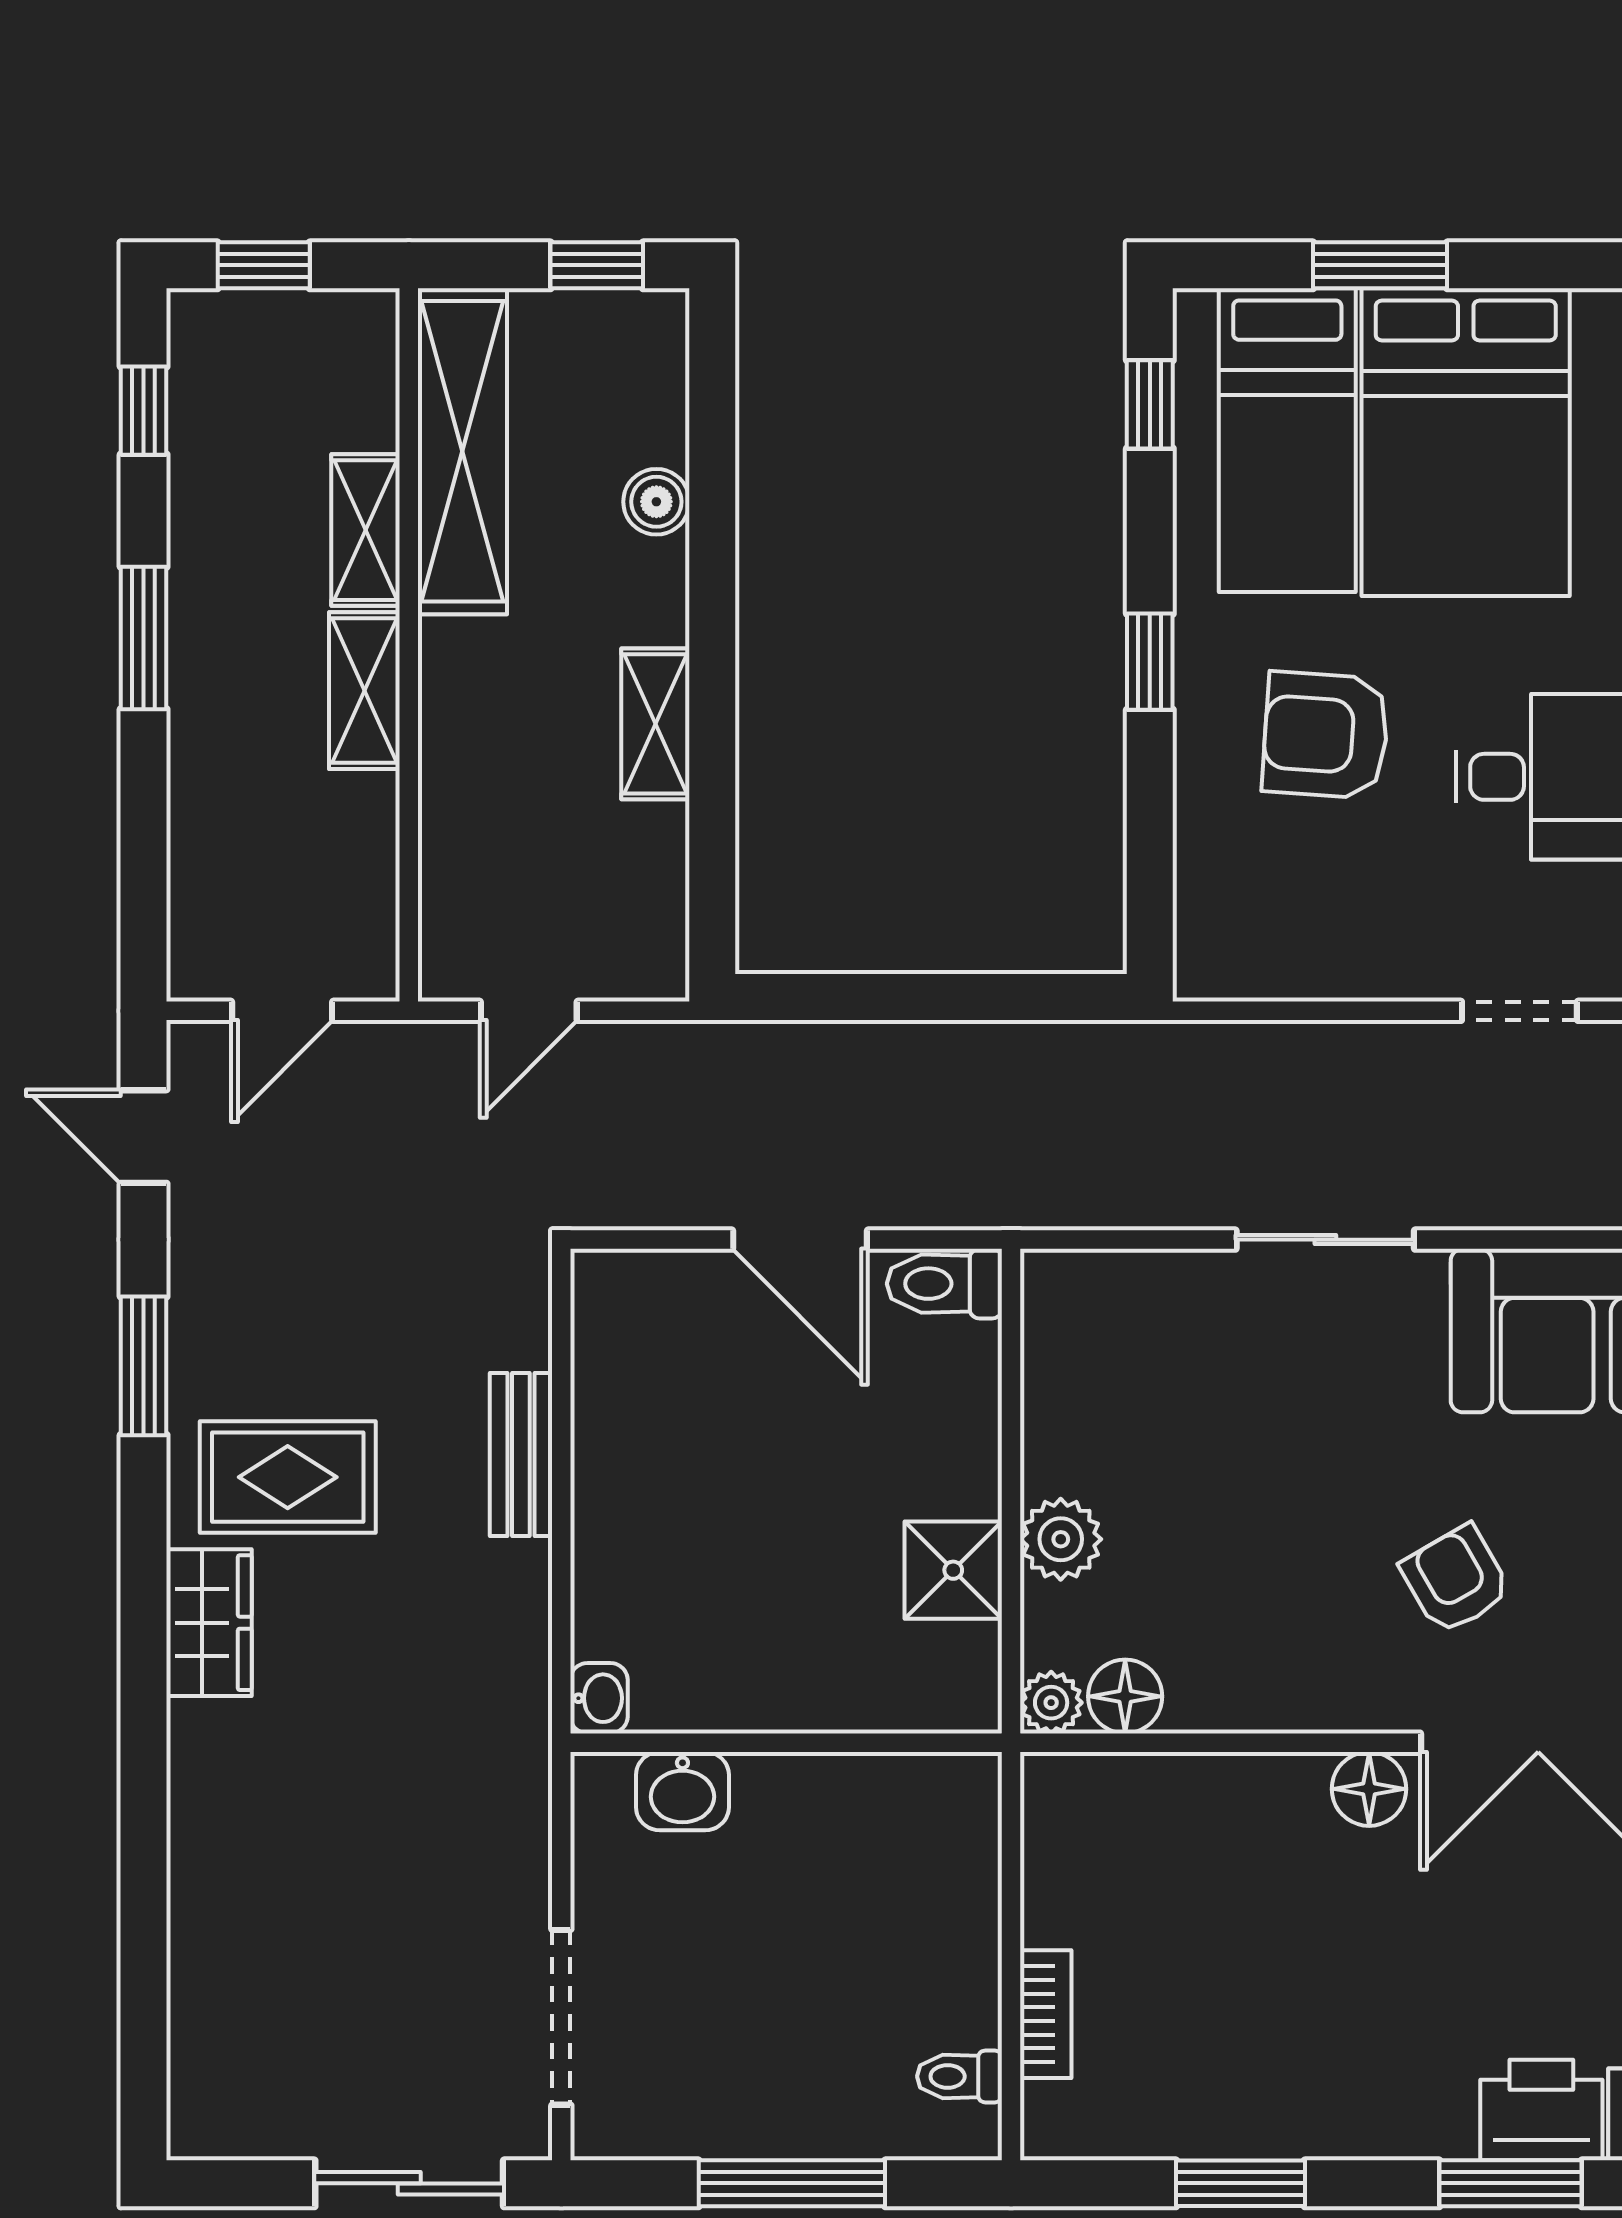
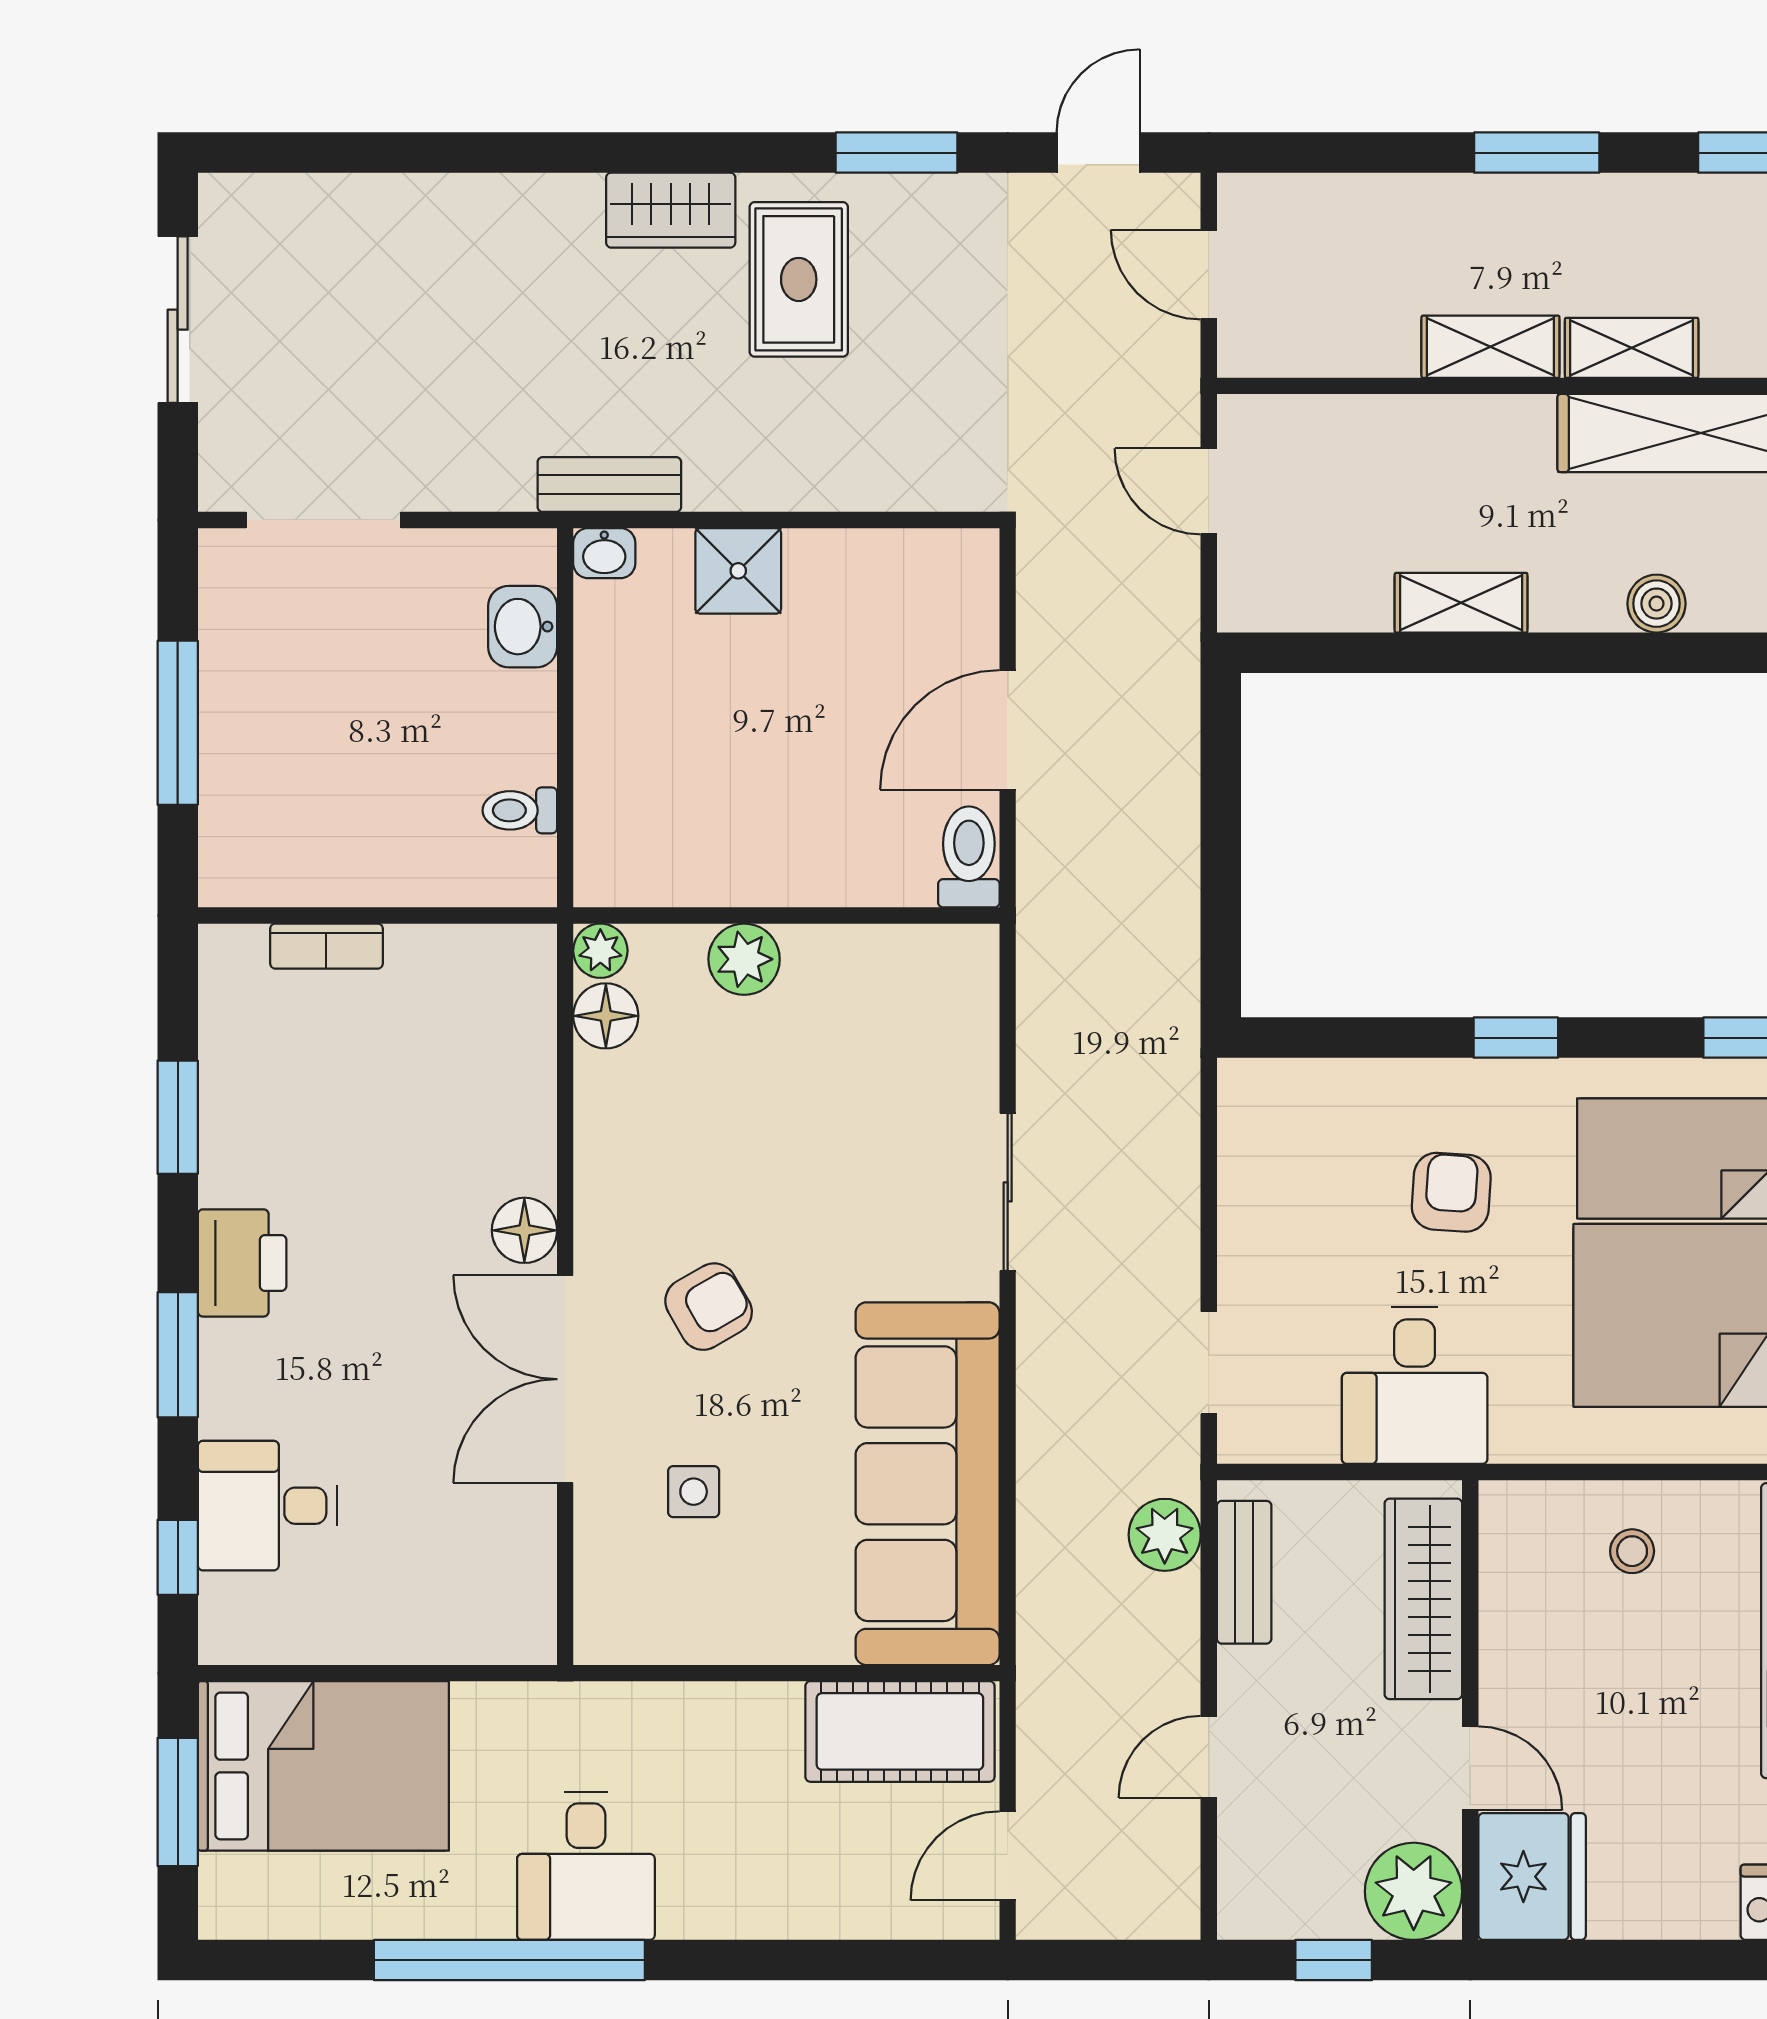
armchair: (1326, 735) -> (1451, 1192), width x0.72, depth x0.72
bench: (521, 1455) -> (609, 485), moved
shower: (953, 1570) -> (738, 571), moved
toilet: (959, 2076) -> (520, 810), moved, turned -90
printer: (1541, 2110) -> (242, 1263), moved
sliding door: (409, 2183) -> (178, 320), moved

